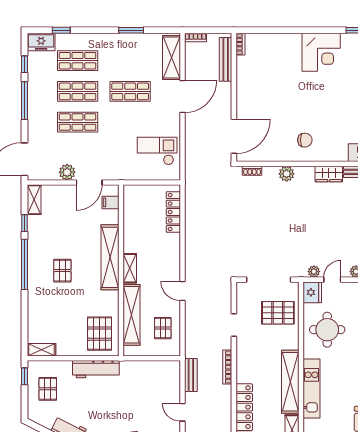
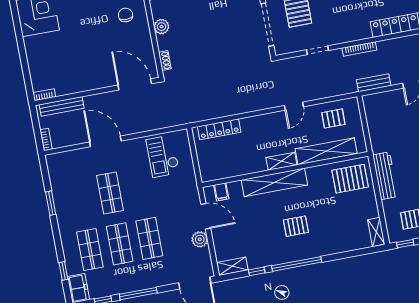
shelving: (171, 57) -> (70, 159), removed

